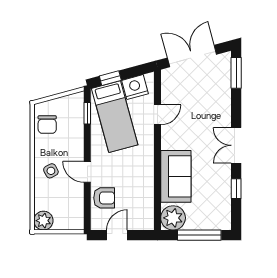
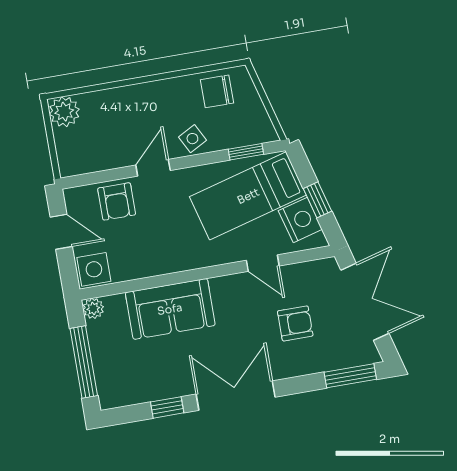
window: (110, 78) -> (317, 200), moved
armchair: (198, 101) -> (295, 323), added
double door: (236, 145) -> (236, 396), width x1.37
side table: (51, 171) -> (192, 139), moved
plant: (173, 218) -> (93, 308), width x0.53, depth x0.53
side table: (143, 219) -> (94, 269), added

